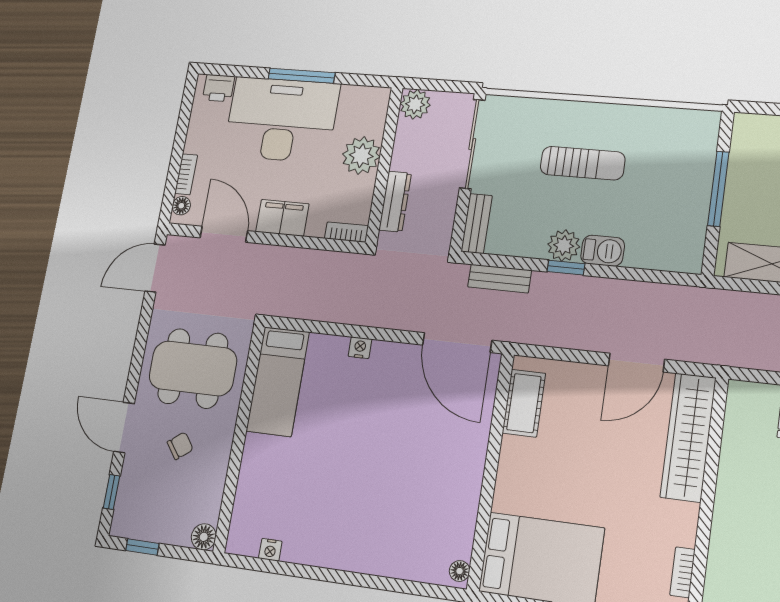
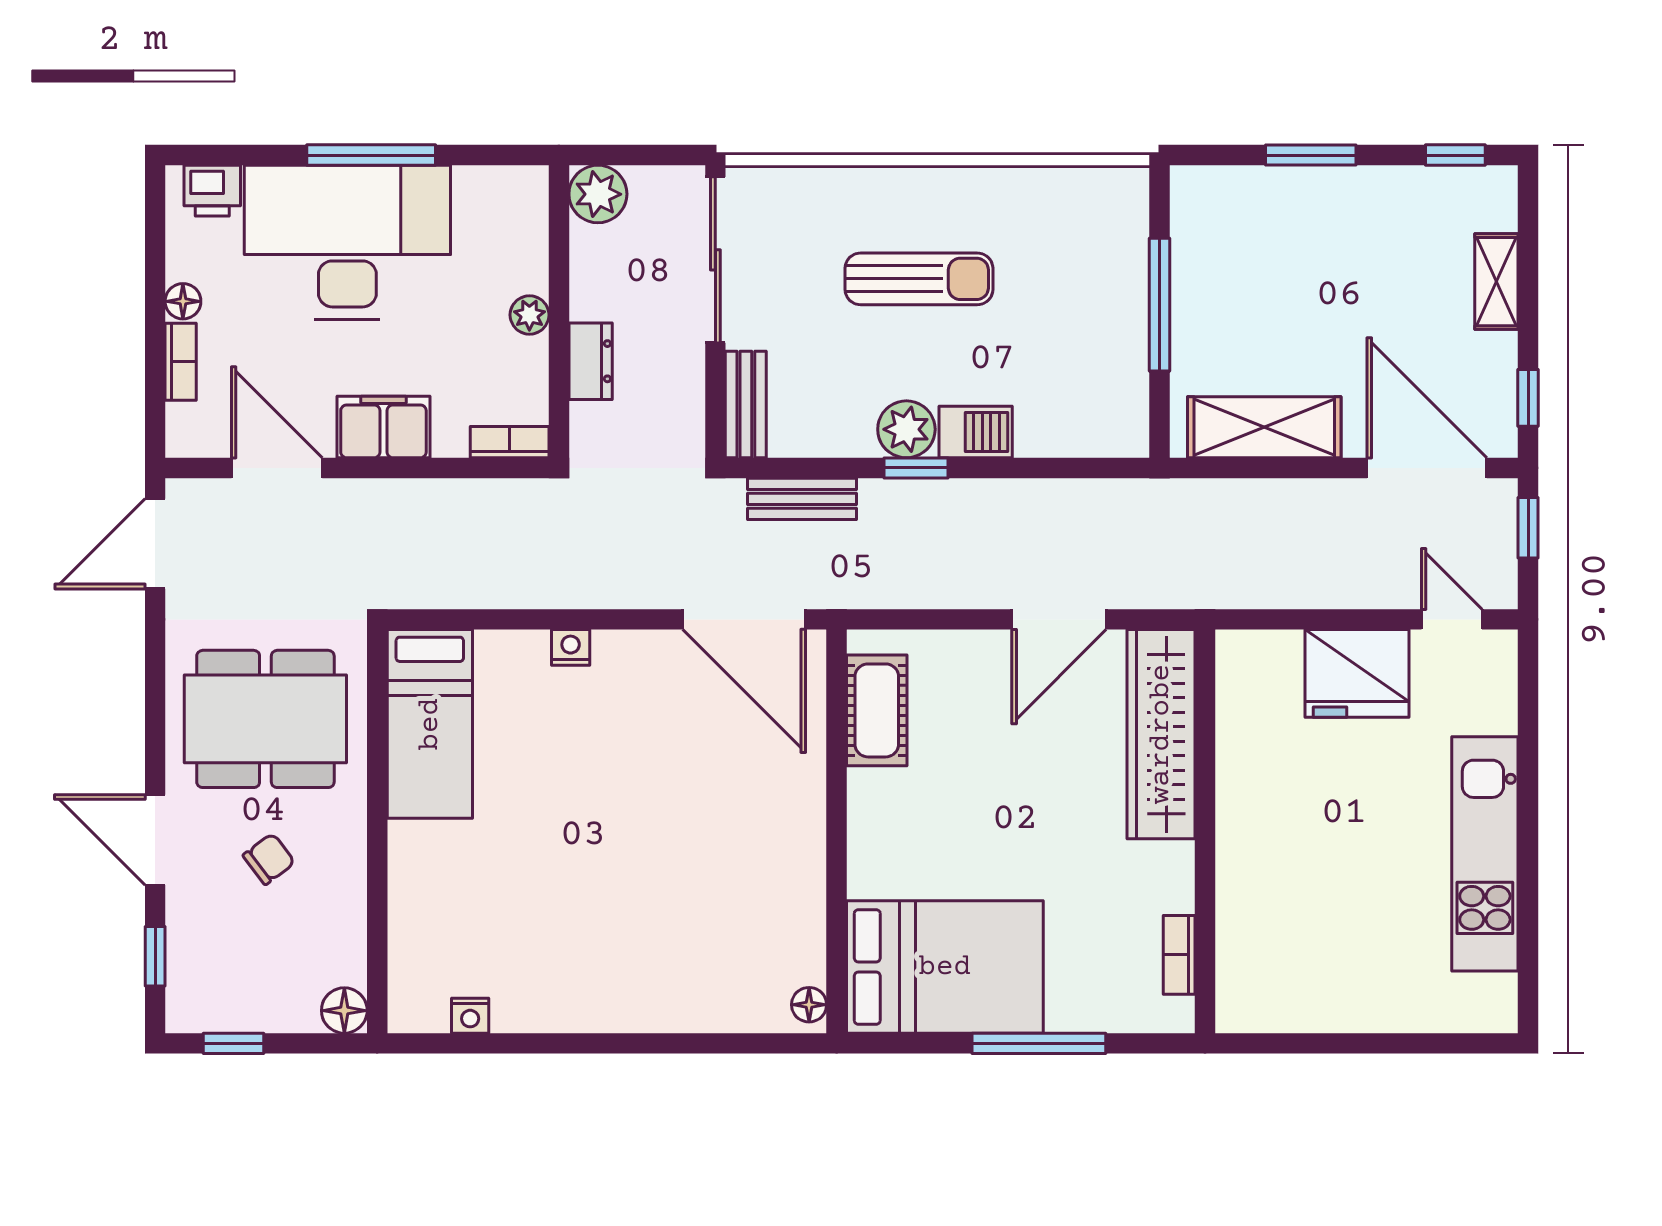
plant: (361, 156) -> (529, 315), width x0.53, depth x0.53
dresser: (395, 202) -> (591, 361), width x0.70
floor lamp: (181, 206) -> (183, 301), moved

